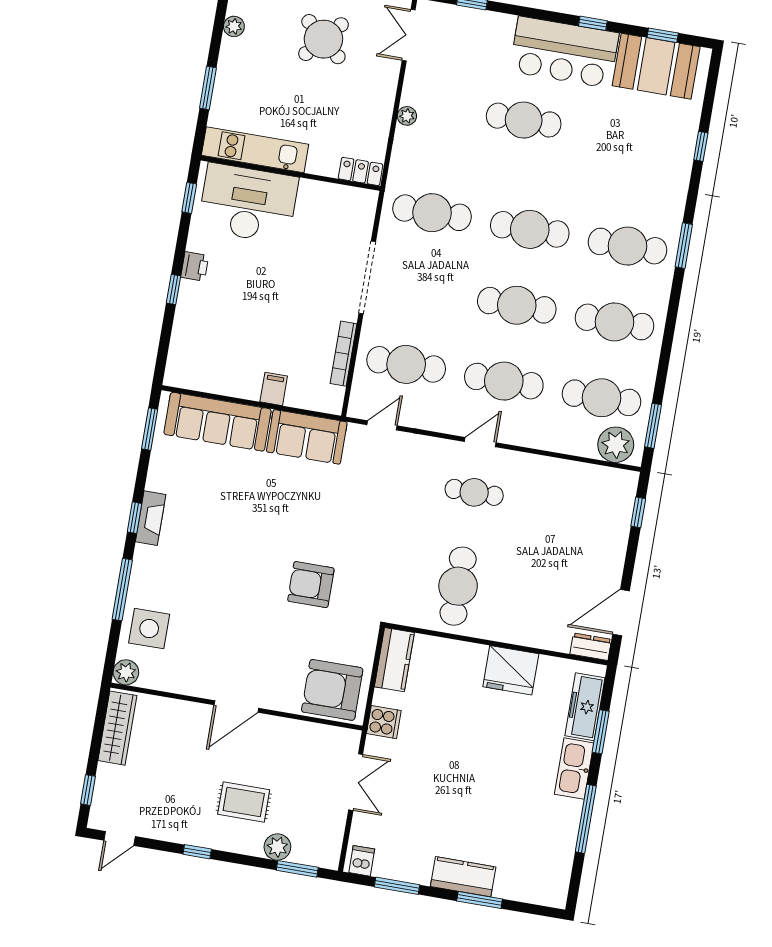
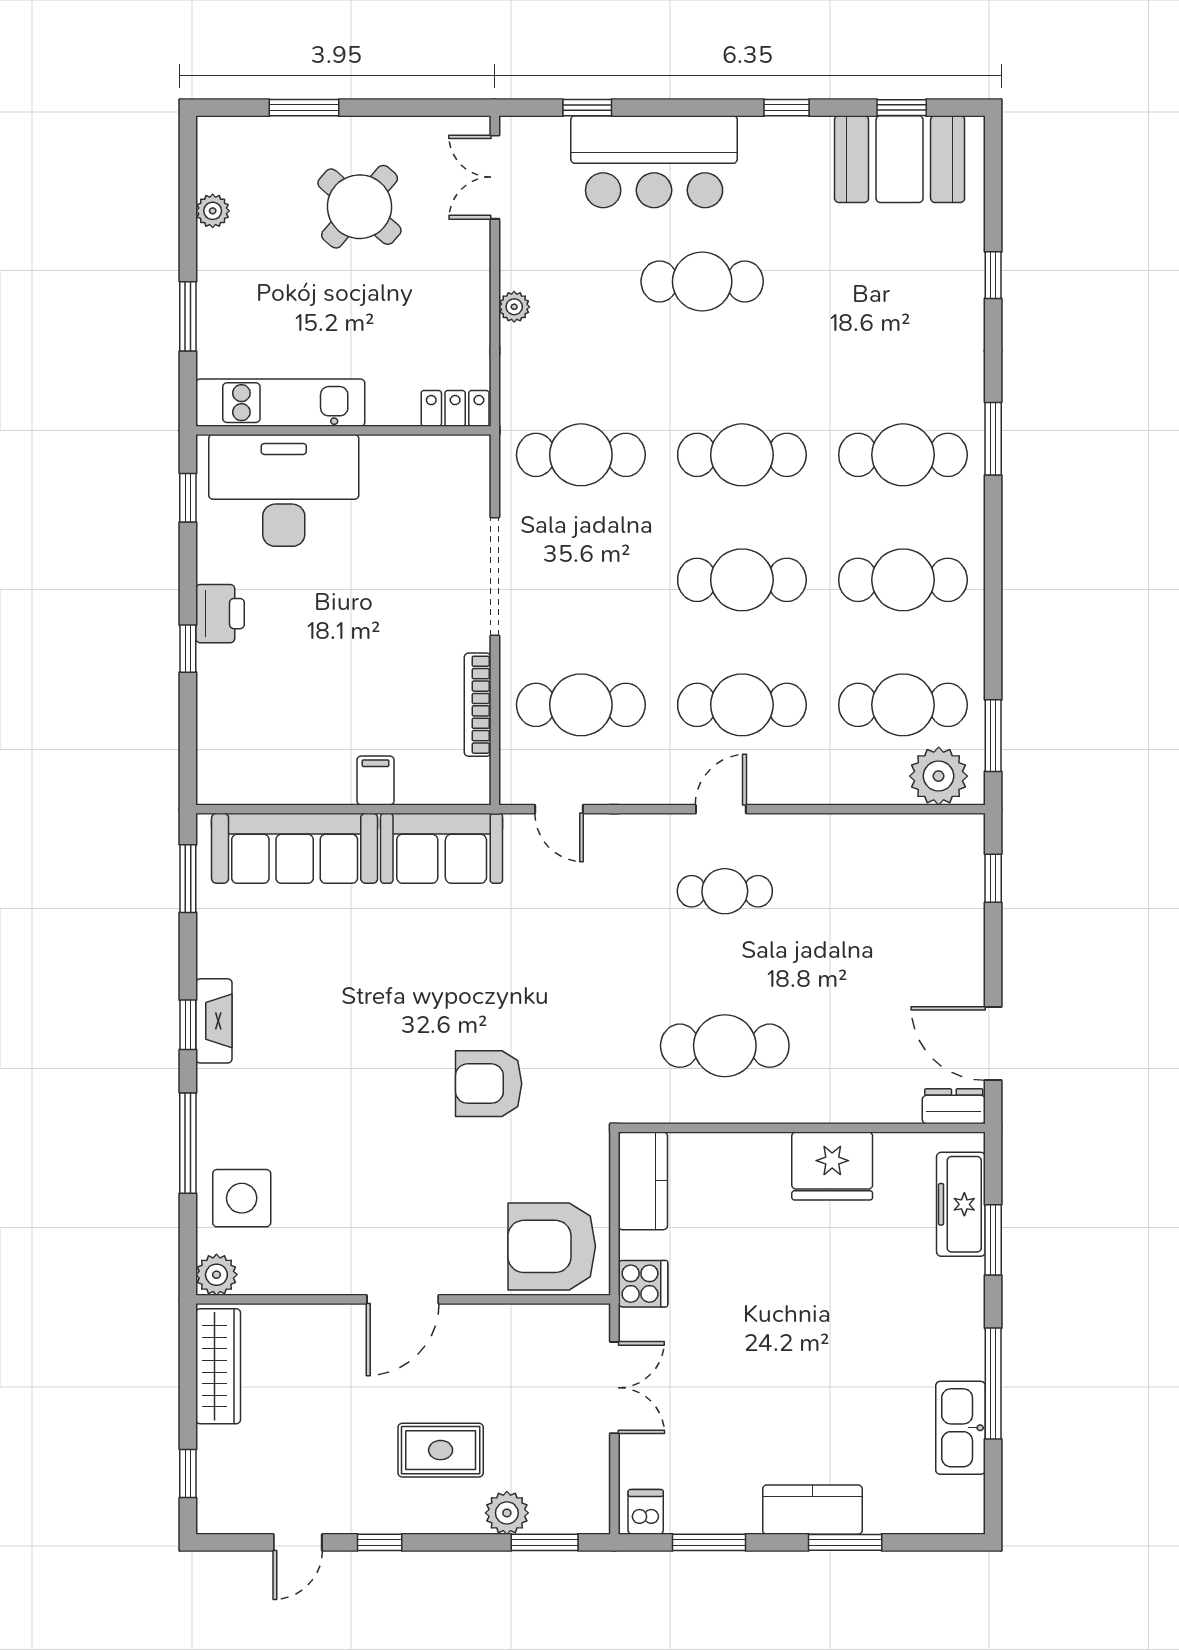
bar counter: (564, 52) -> (654, 162), moved
printer: (195, 266) -> (220, 614), width x1.36, depth x1.24
door: (382, 425) -> (559, 809), swing flipped
cafe table: (458, 586) -> (725, 1046), turned 90
door: (621, 613) -> (993, 1044), hinge flipped
kitchen sink: (574, 769) -> (960, 1428), moved
door: (120, 838) -> (298, 1542), moved

